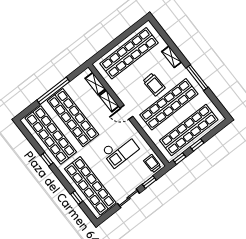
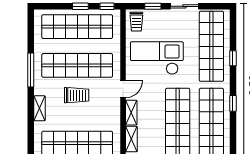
trolley: (154, 84) -> (77, 95), turned 93
door: (126, 112) -> (123, 89), hinge flipped
checkout: (120, 150) -> (157, 58), width x1.36, depth x1.21
window: (77, 198) -> (233, 58), moved

